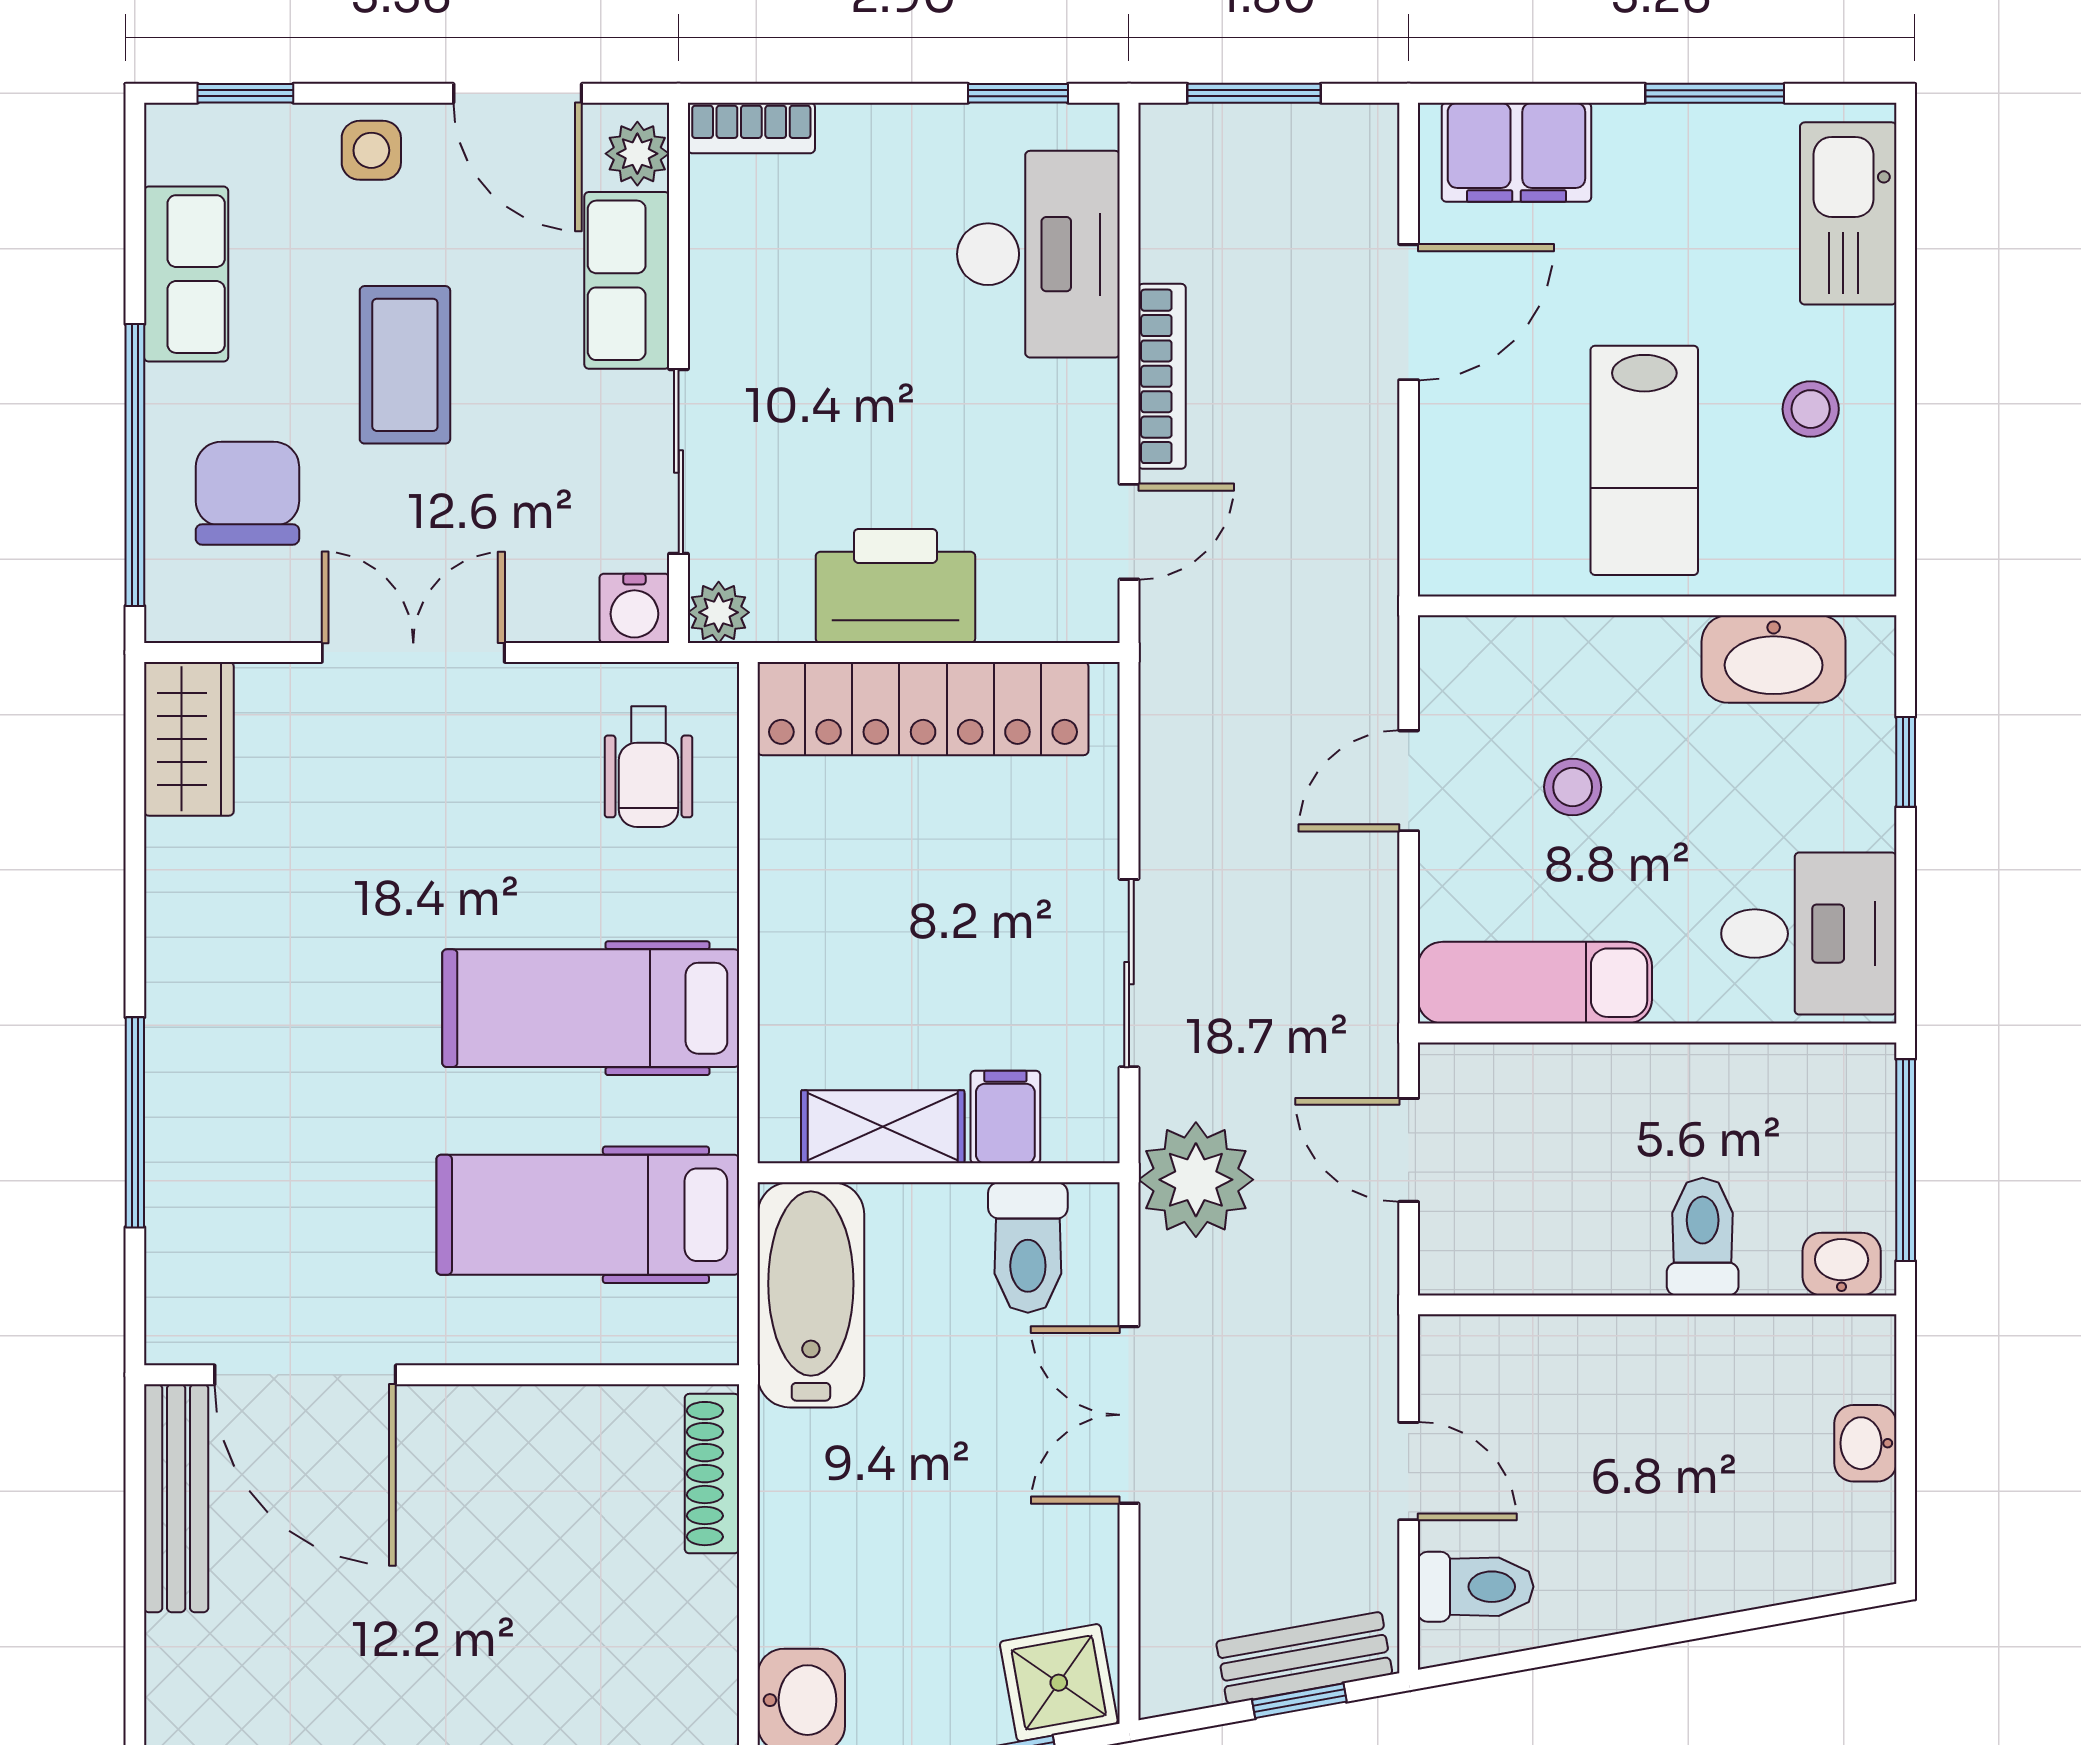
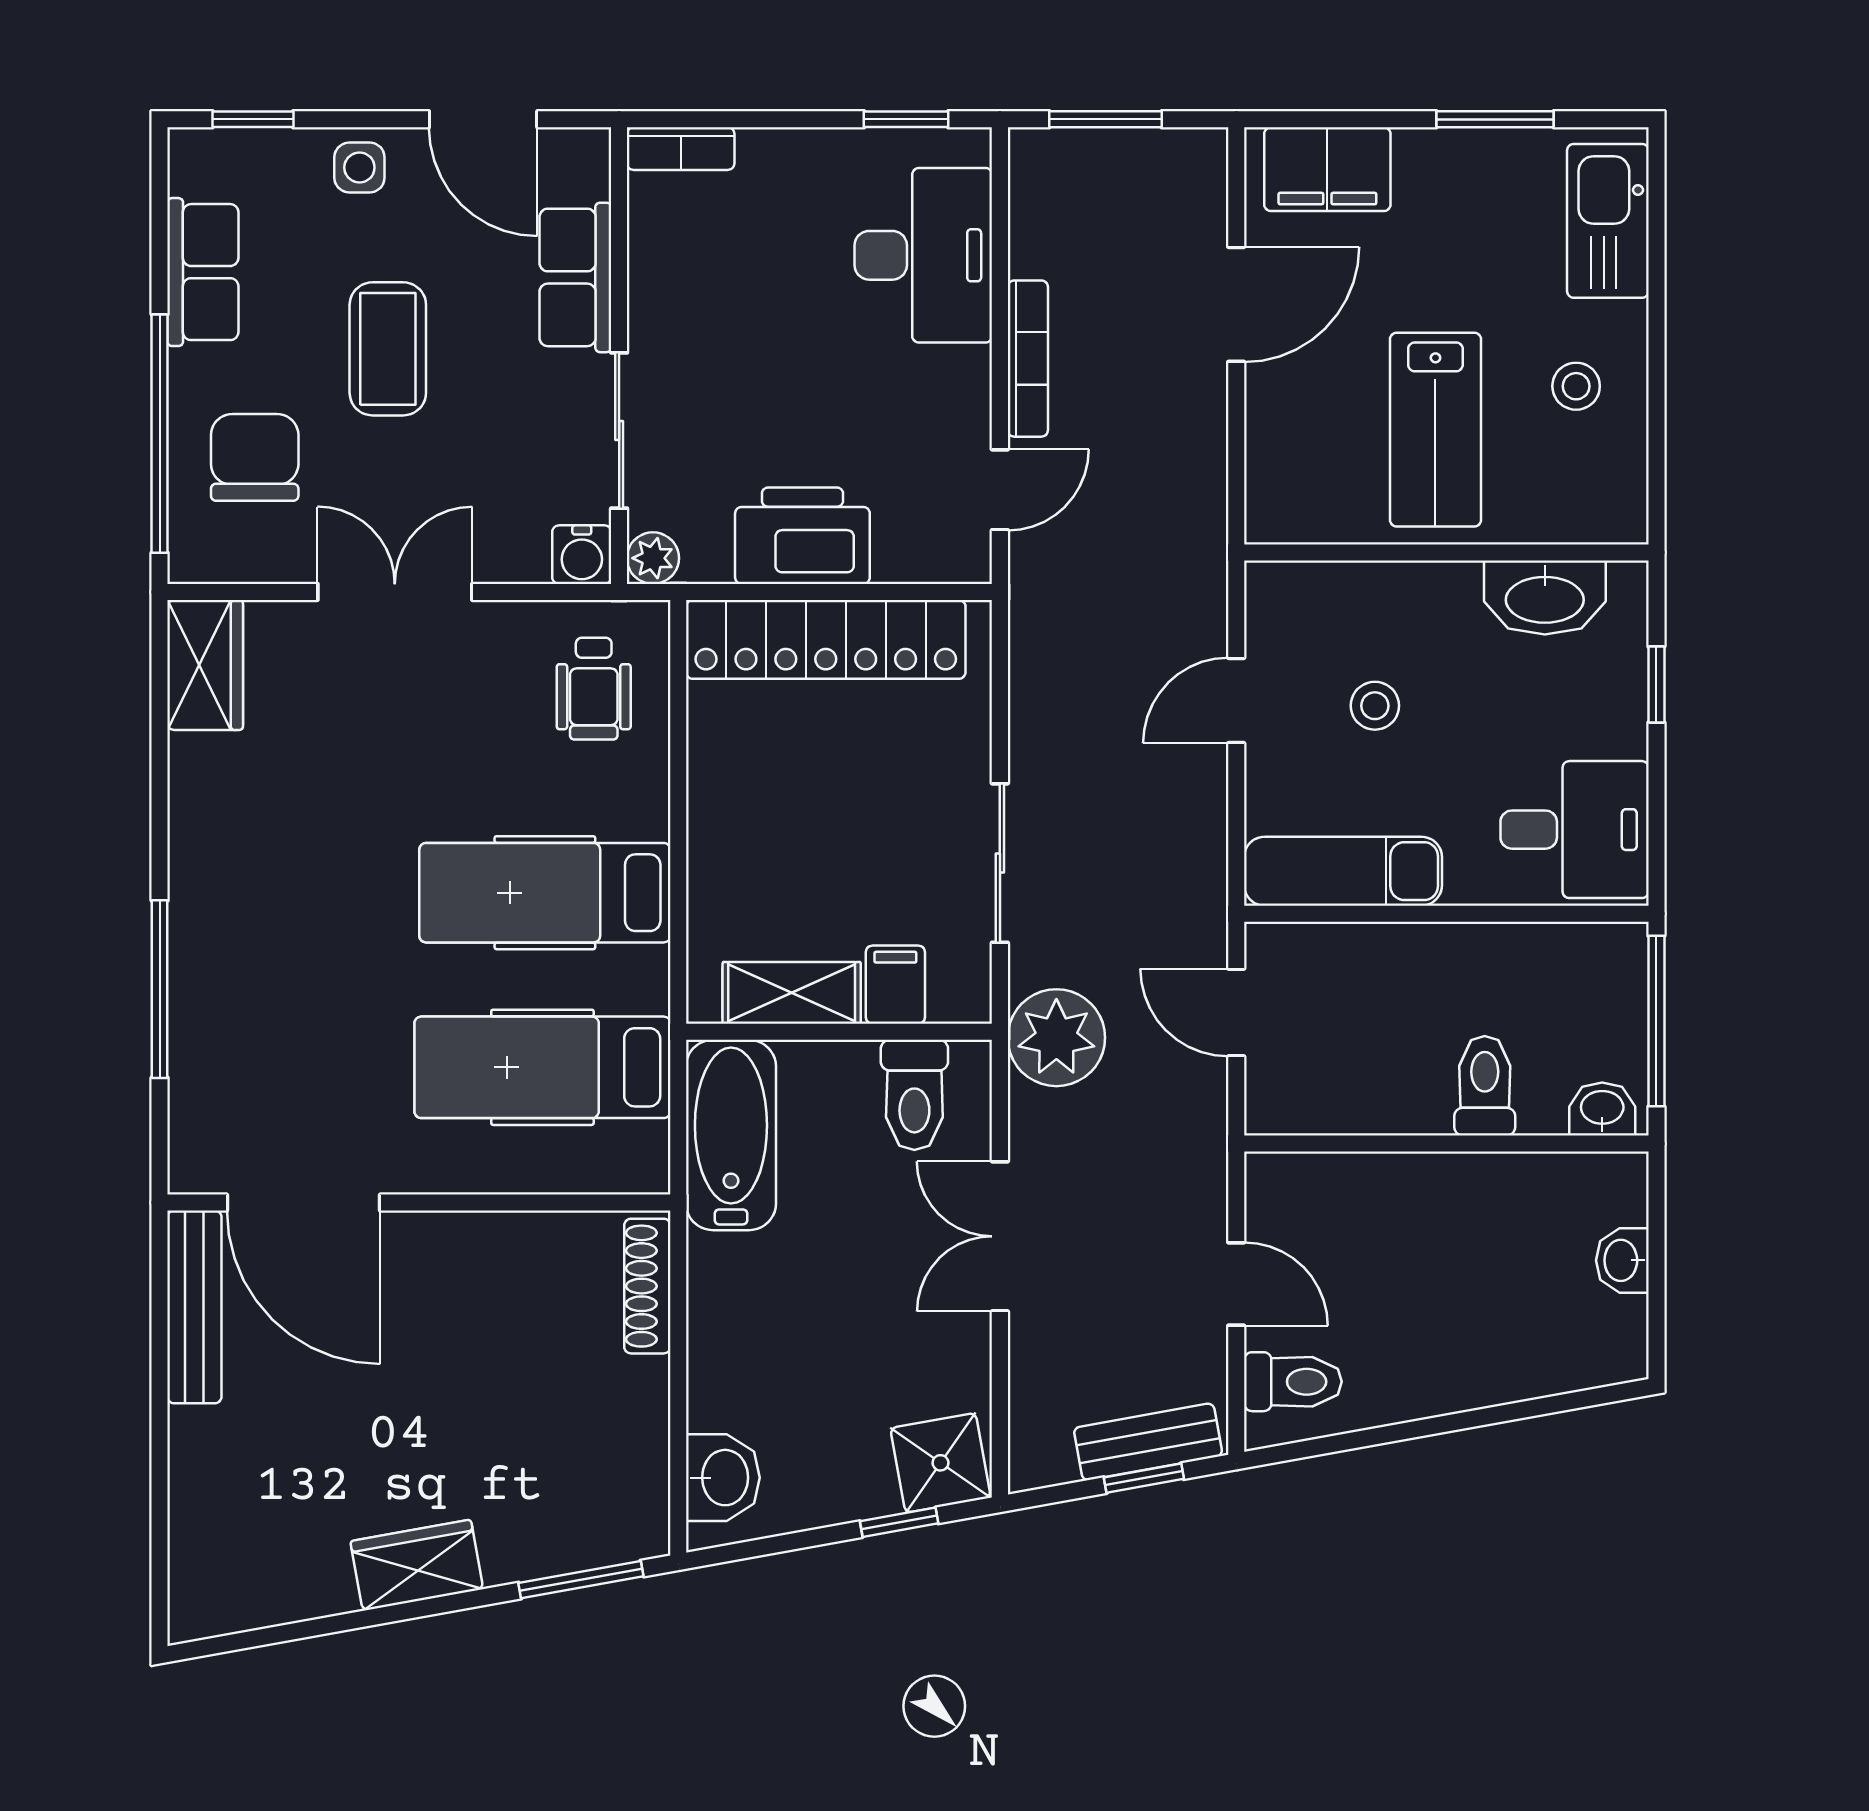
plant: (637, 154) -> (584, 170), removed

